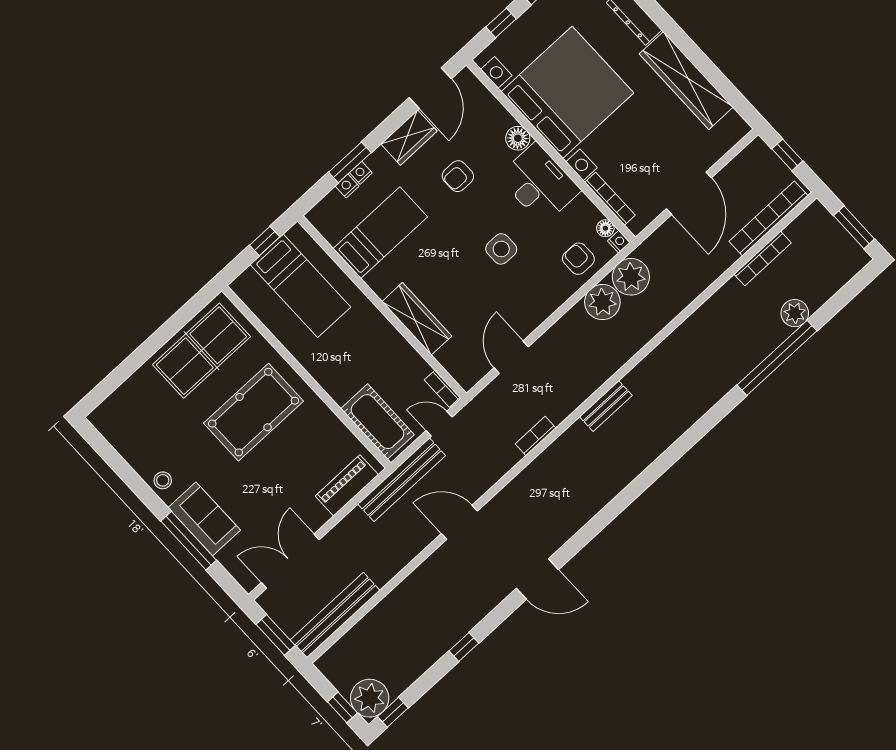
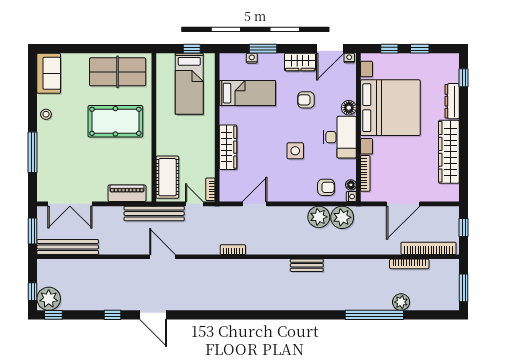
nightstand: (361, 173) -> (349, 58), moved
armchair: (578, 259) -> (326, 187), turned 90
bench: (606, 406) -> (307, 265), moved
sofa: (204, 519) -> (49, 73), moved
double door: (290, 561) -> (70, 204), swing flipped
door: (537, 579) -> (153, 315), moved

